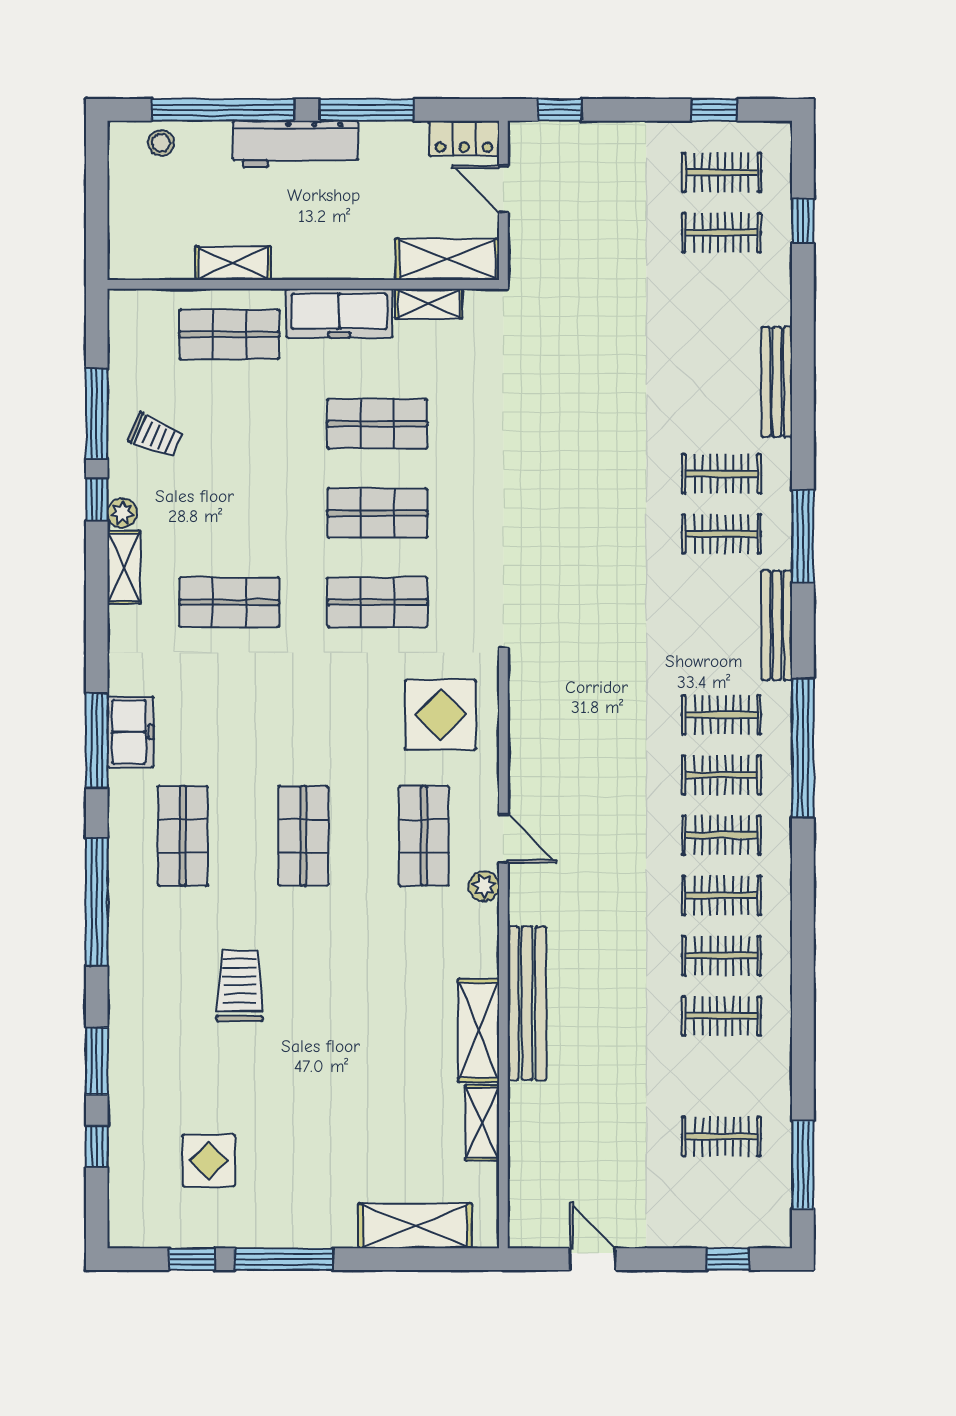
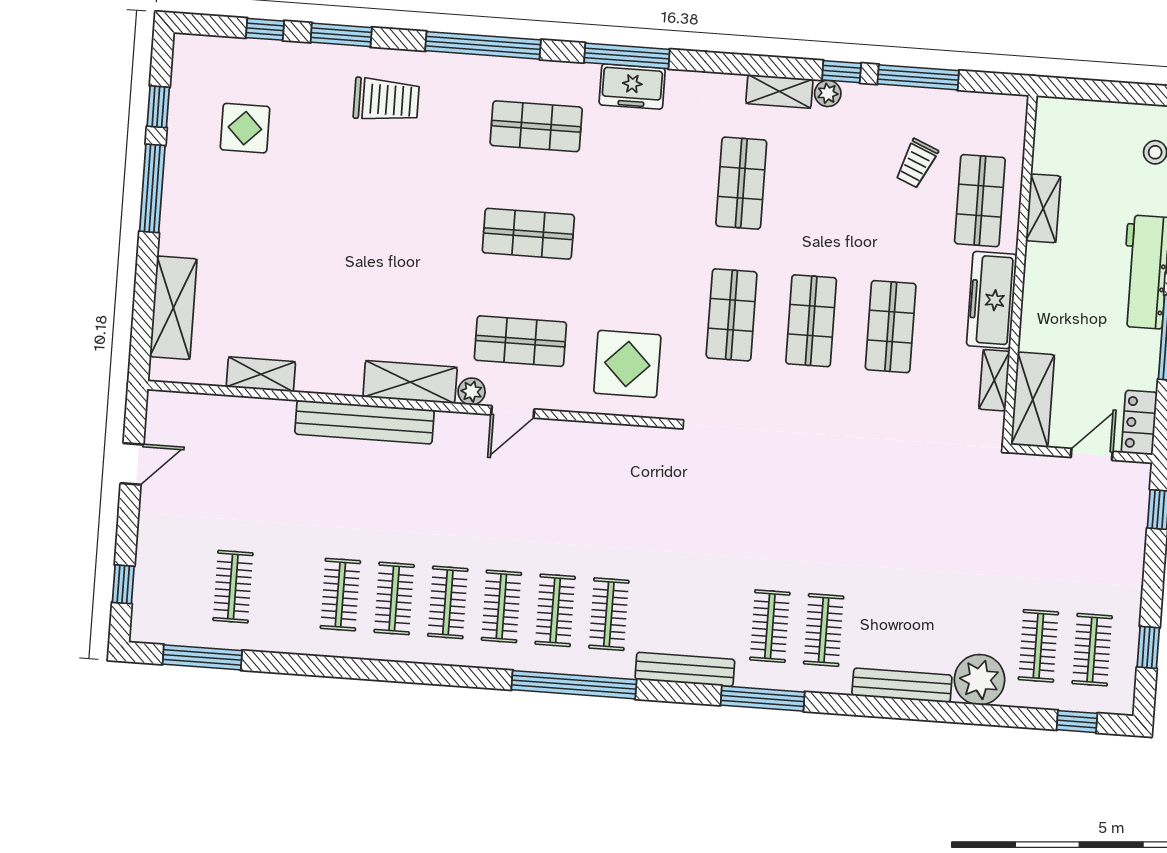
window: (803, 221) -> (1077, 722), moved
plant: (764, 296) -> (980, 680), added
trolley: (156, 436) -> (917, 163), moved
trolley: (240, 986) -> (386, 100), moved
shelving: (479, 1031) -> (410, 382), moved

